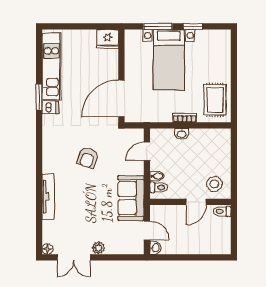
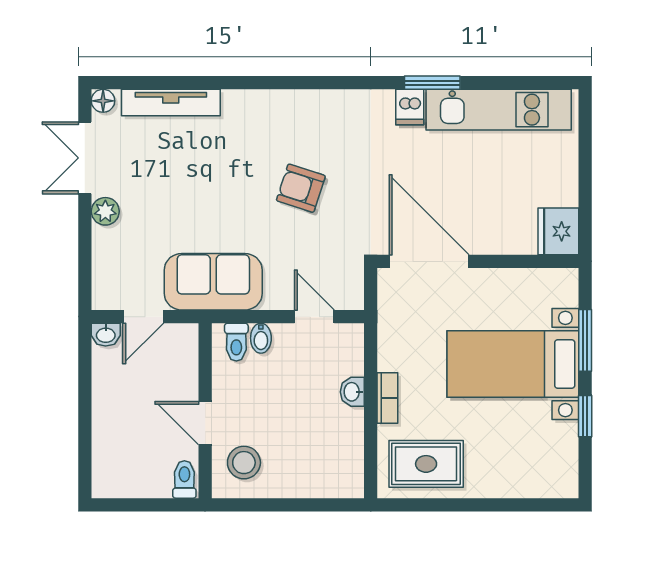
tv unit: (48, 197) -> (171, 103), moved

